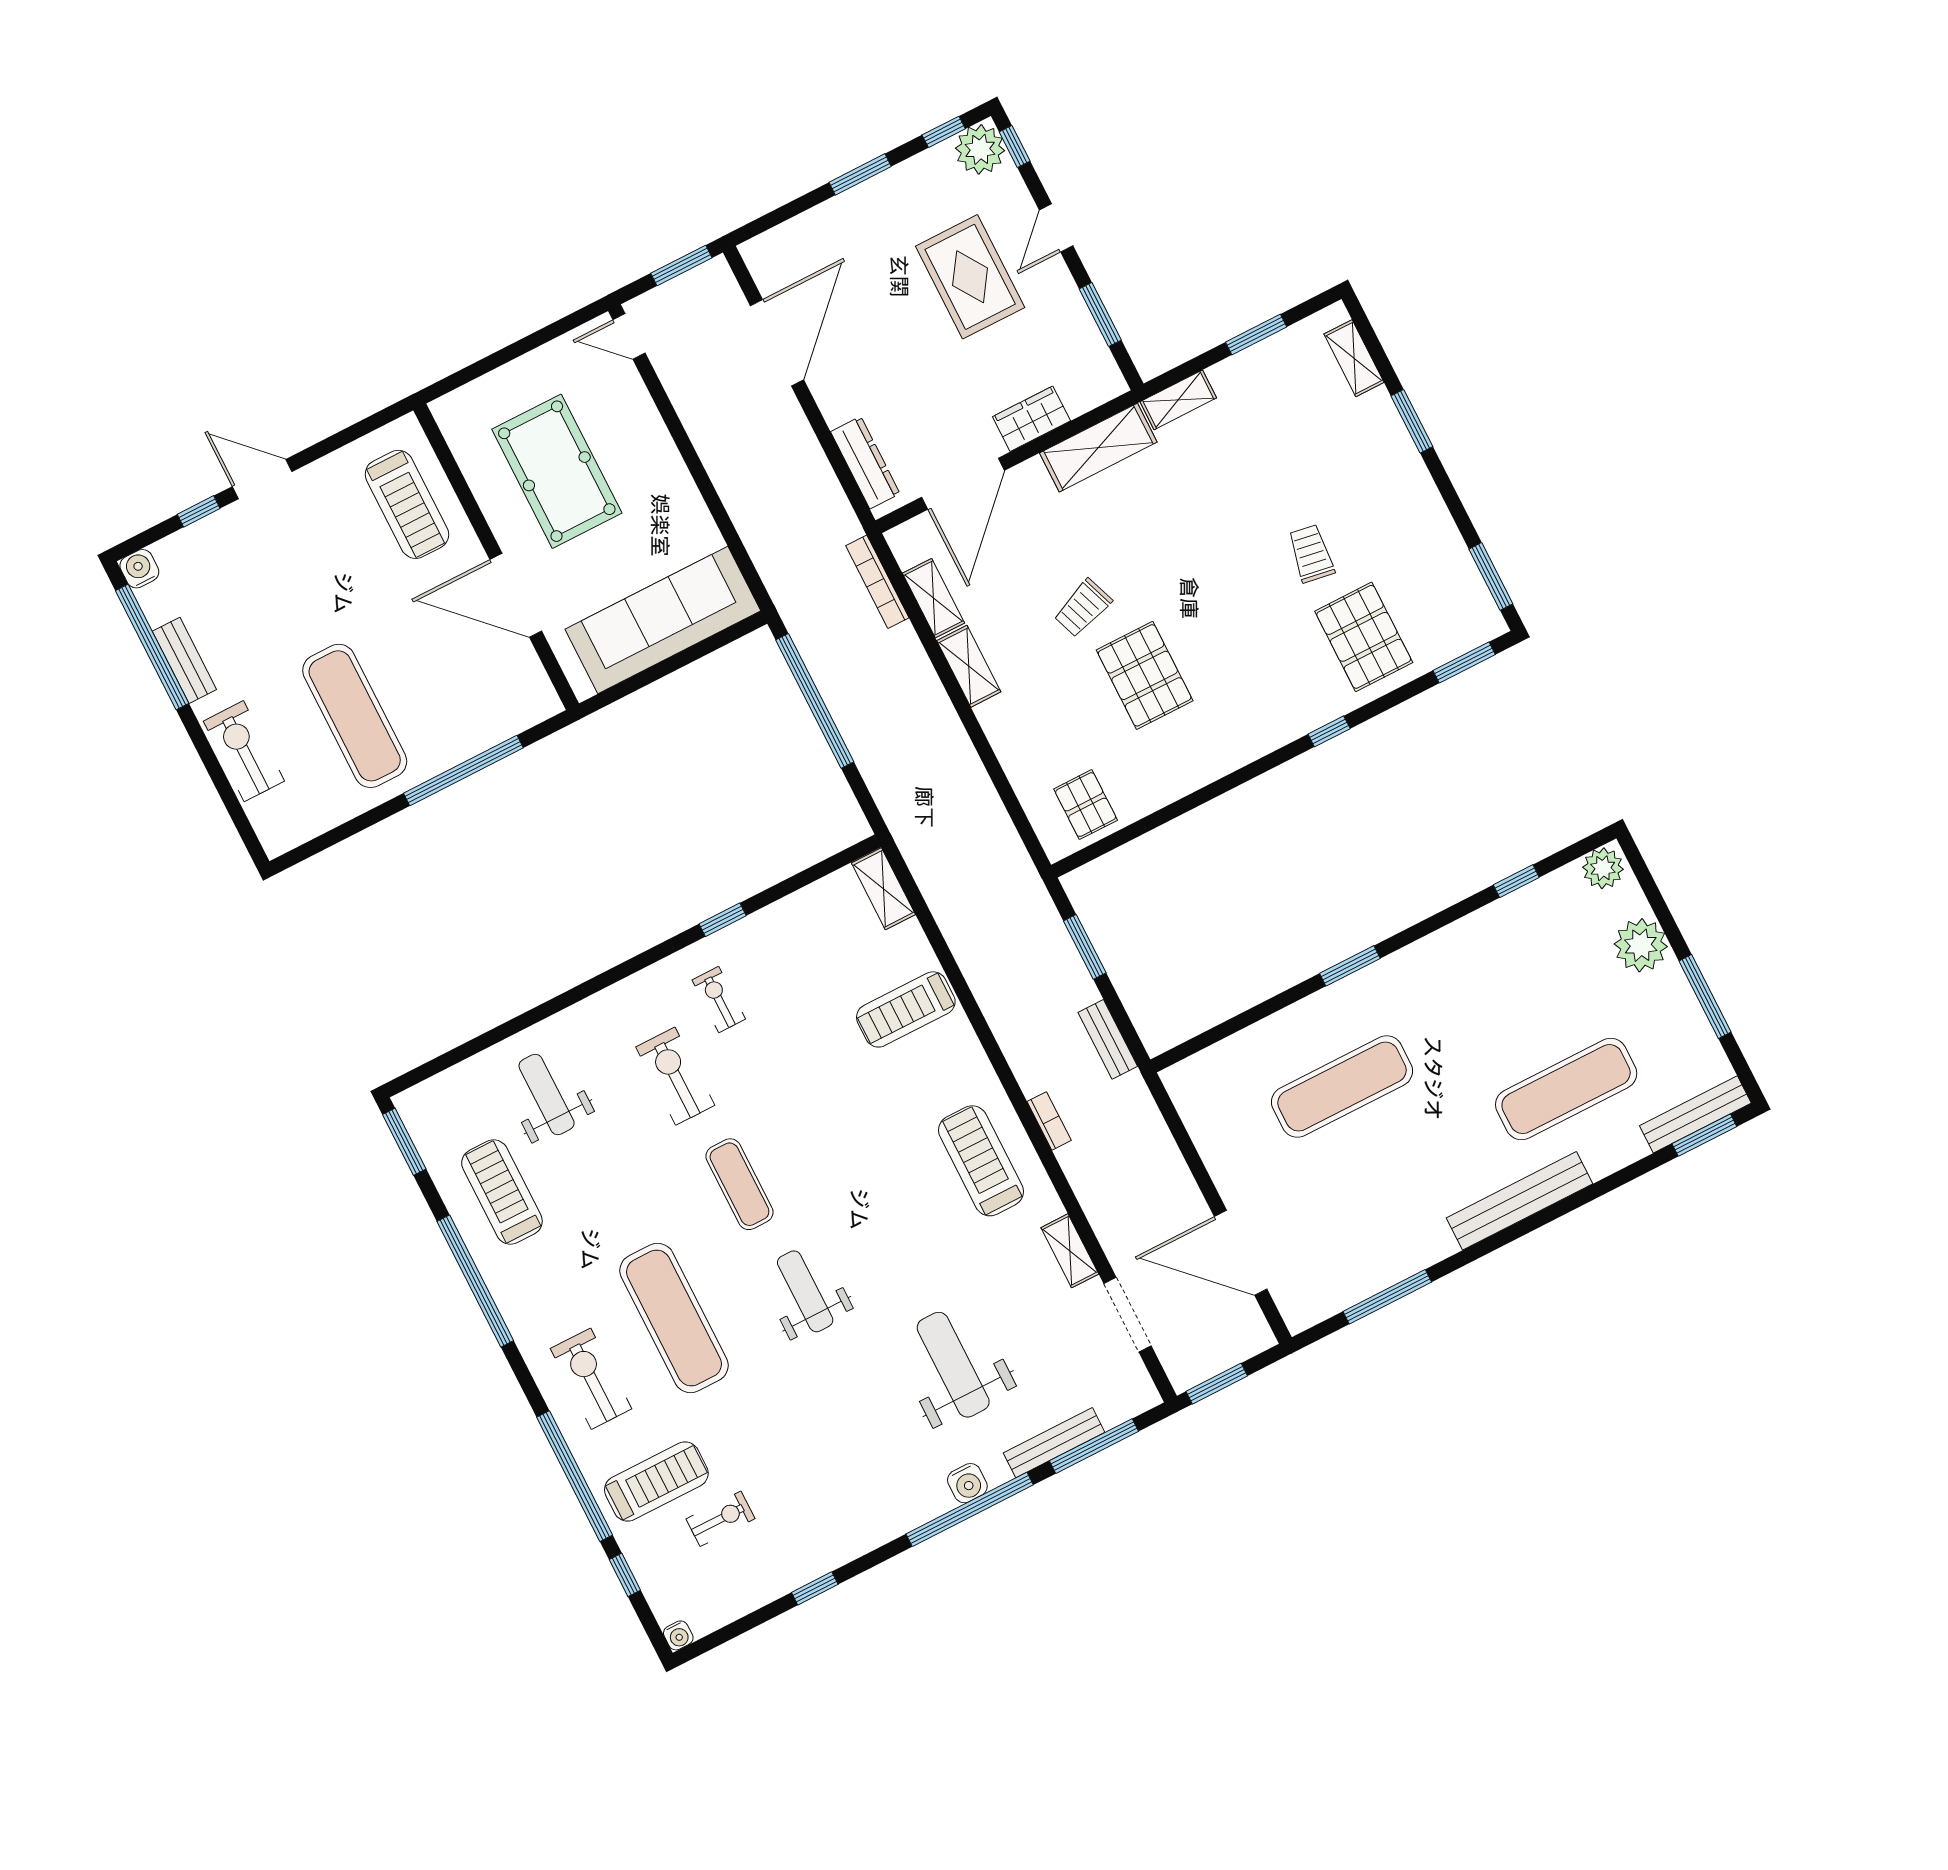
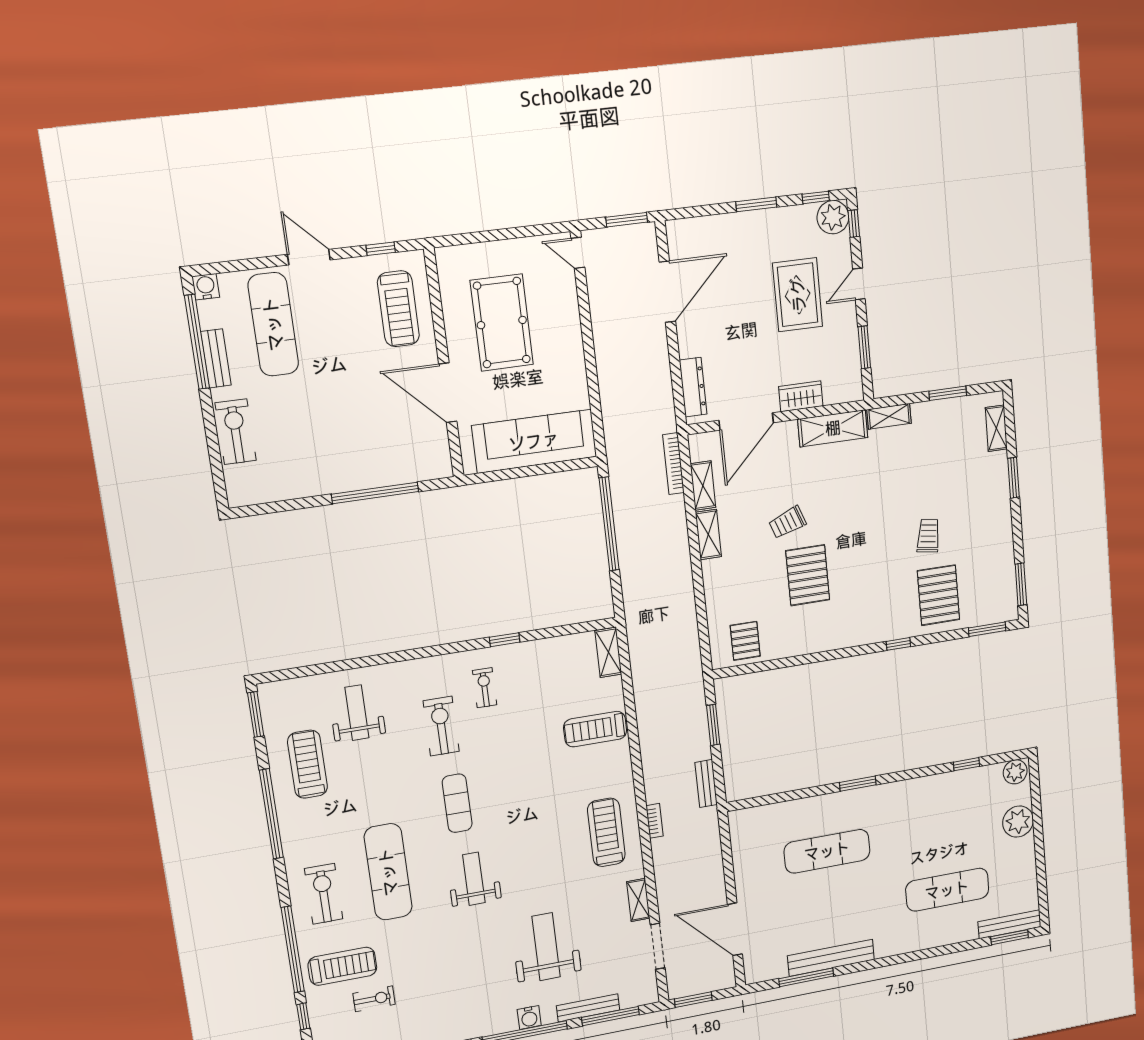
window: (199, 511) -> (381, 249), moved
exercise mat: (355, 716) -> (273, 324), moved
window: (1705, 996) -> (1040, 861), removed
bench: (1520, 1201) -> (831, 958), moved

